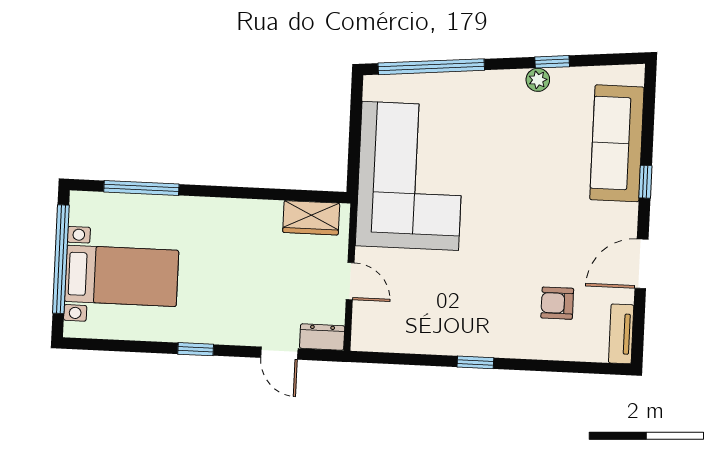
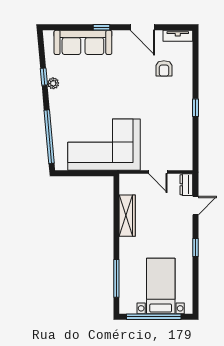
wardrobe: (311, 218) -> (127, 216), moved, width x1.50
door: (350, 281) -> (158, 172), swing flipped

